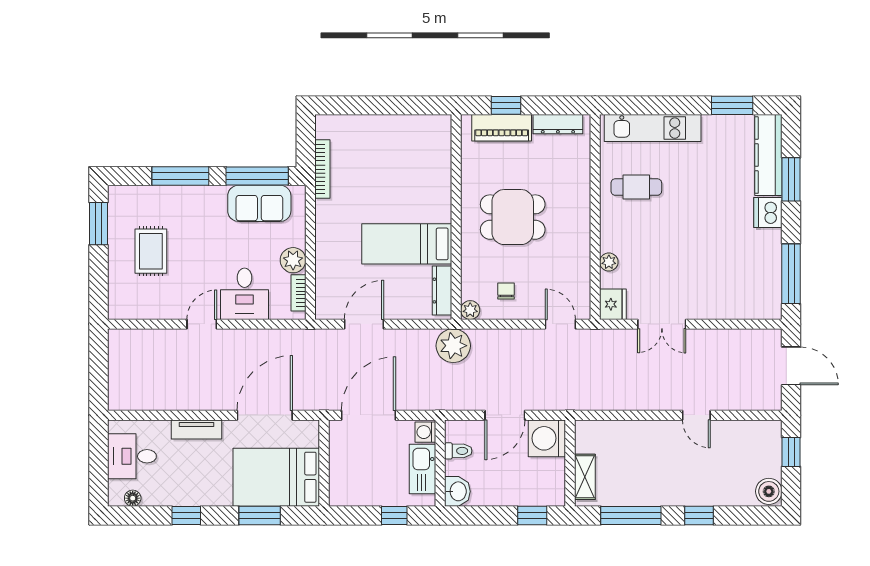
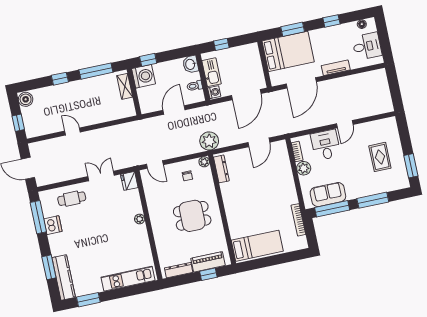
cafe table: (636, 187) -> (72, 199), moved
dishwasher: (768, 213) -> (53, 225), moved
bed: (407, 244) -> (257, 246), moved
plant: (609, 262) -> (140, 219), moved
washing machine: (547, 438) -> (144, 76), moved

